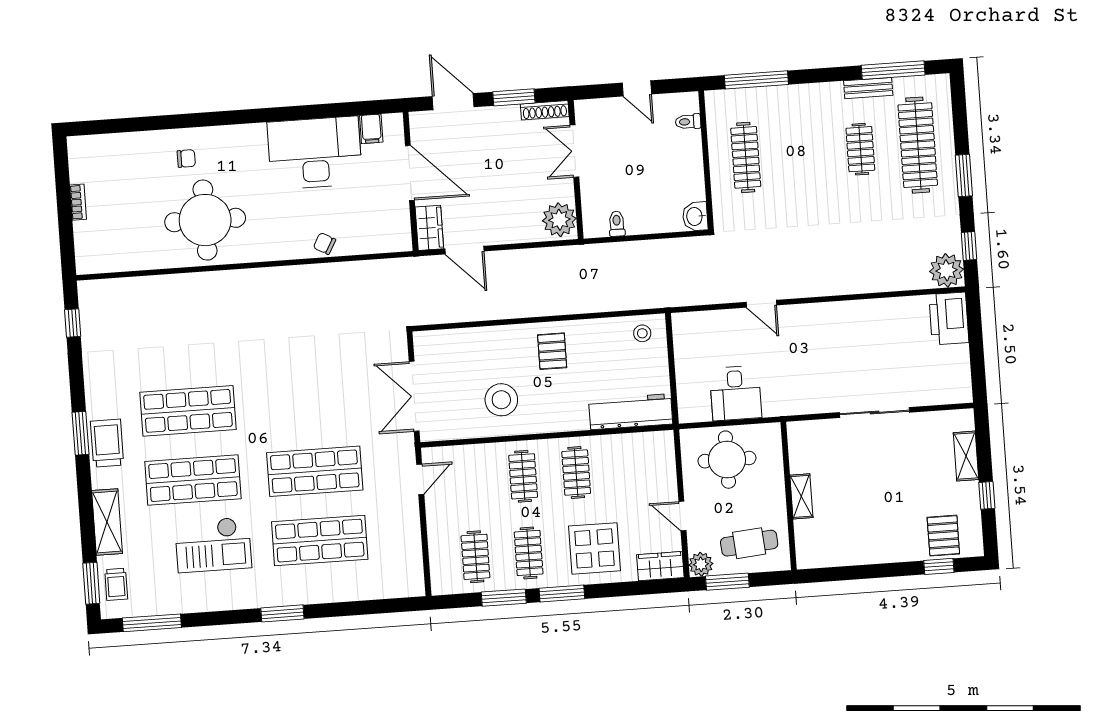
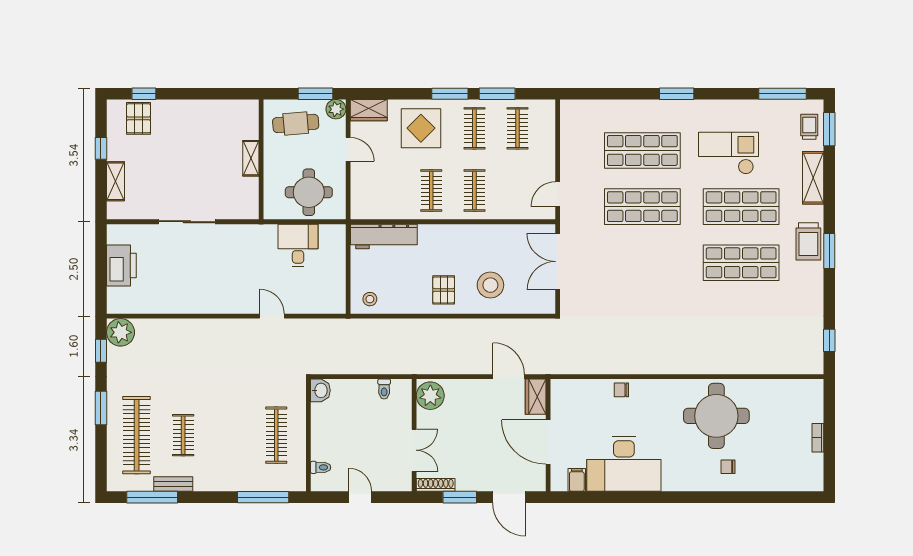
chair: (324, 244) -> (621, 390), turned 151
printer: (949, 318) -> (121, 266), moved
double door: (414, 396) -> (558, 262), swing flipped
stool: (501, 400) -> (490, 285), moved

